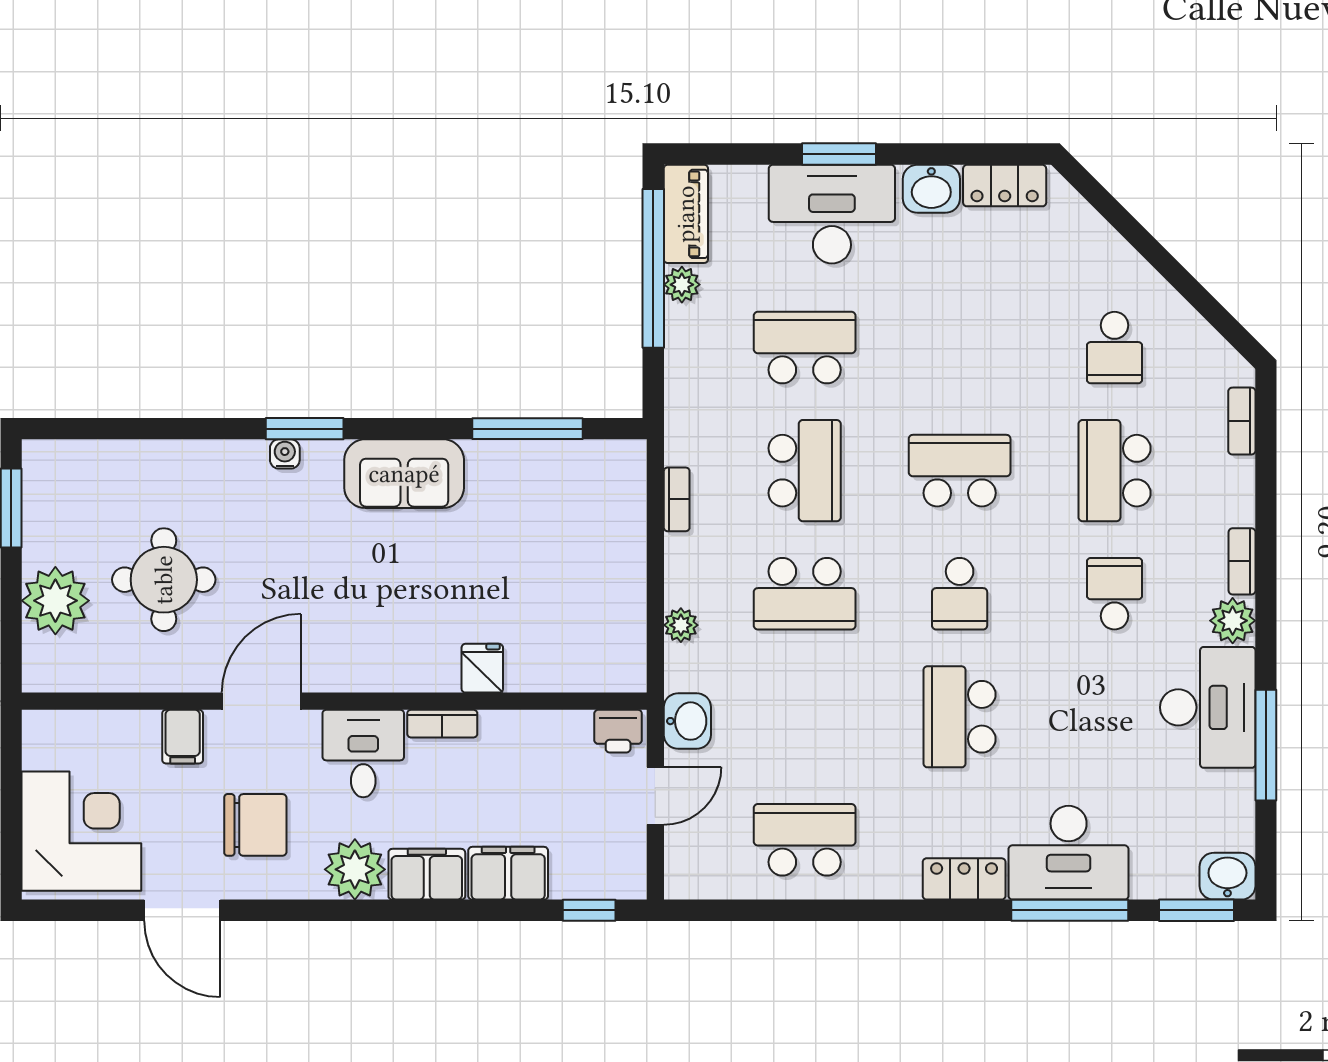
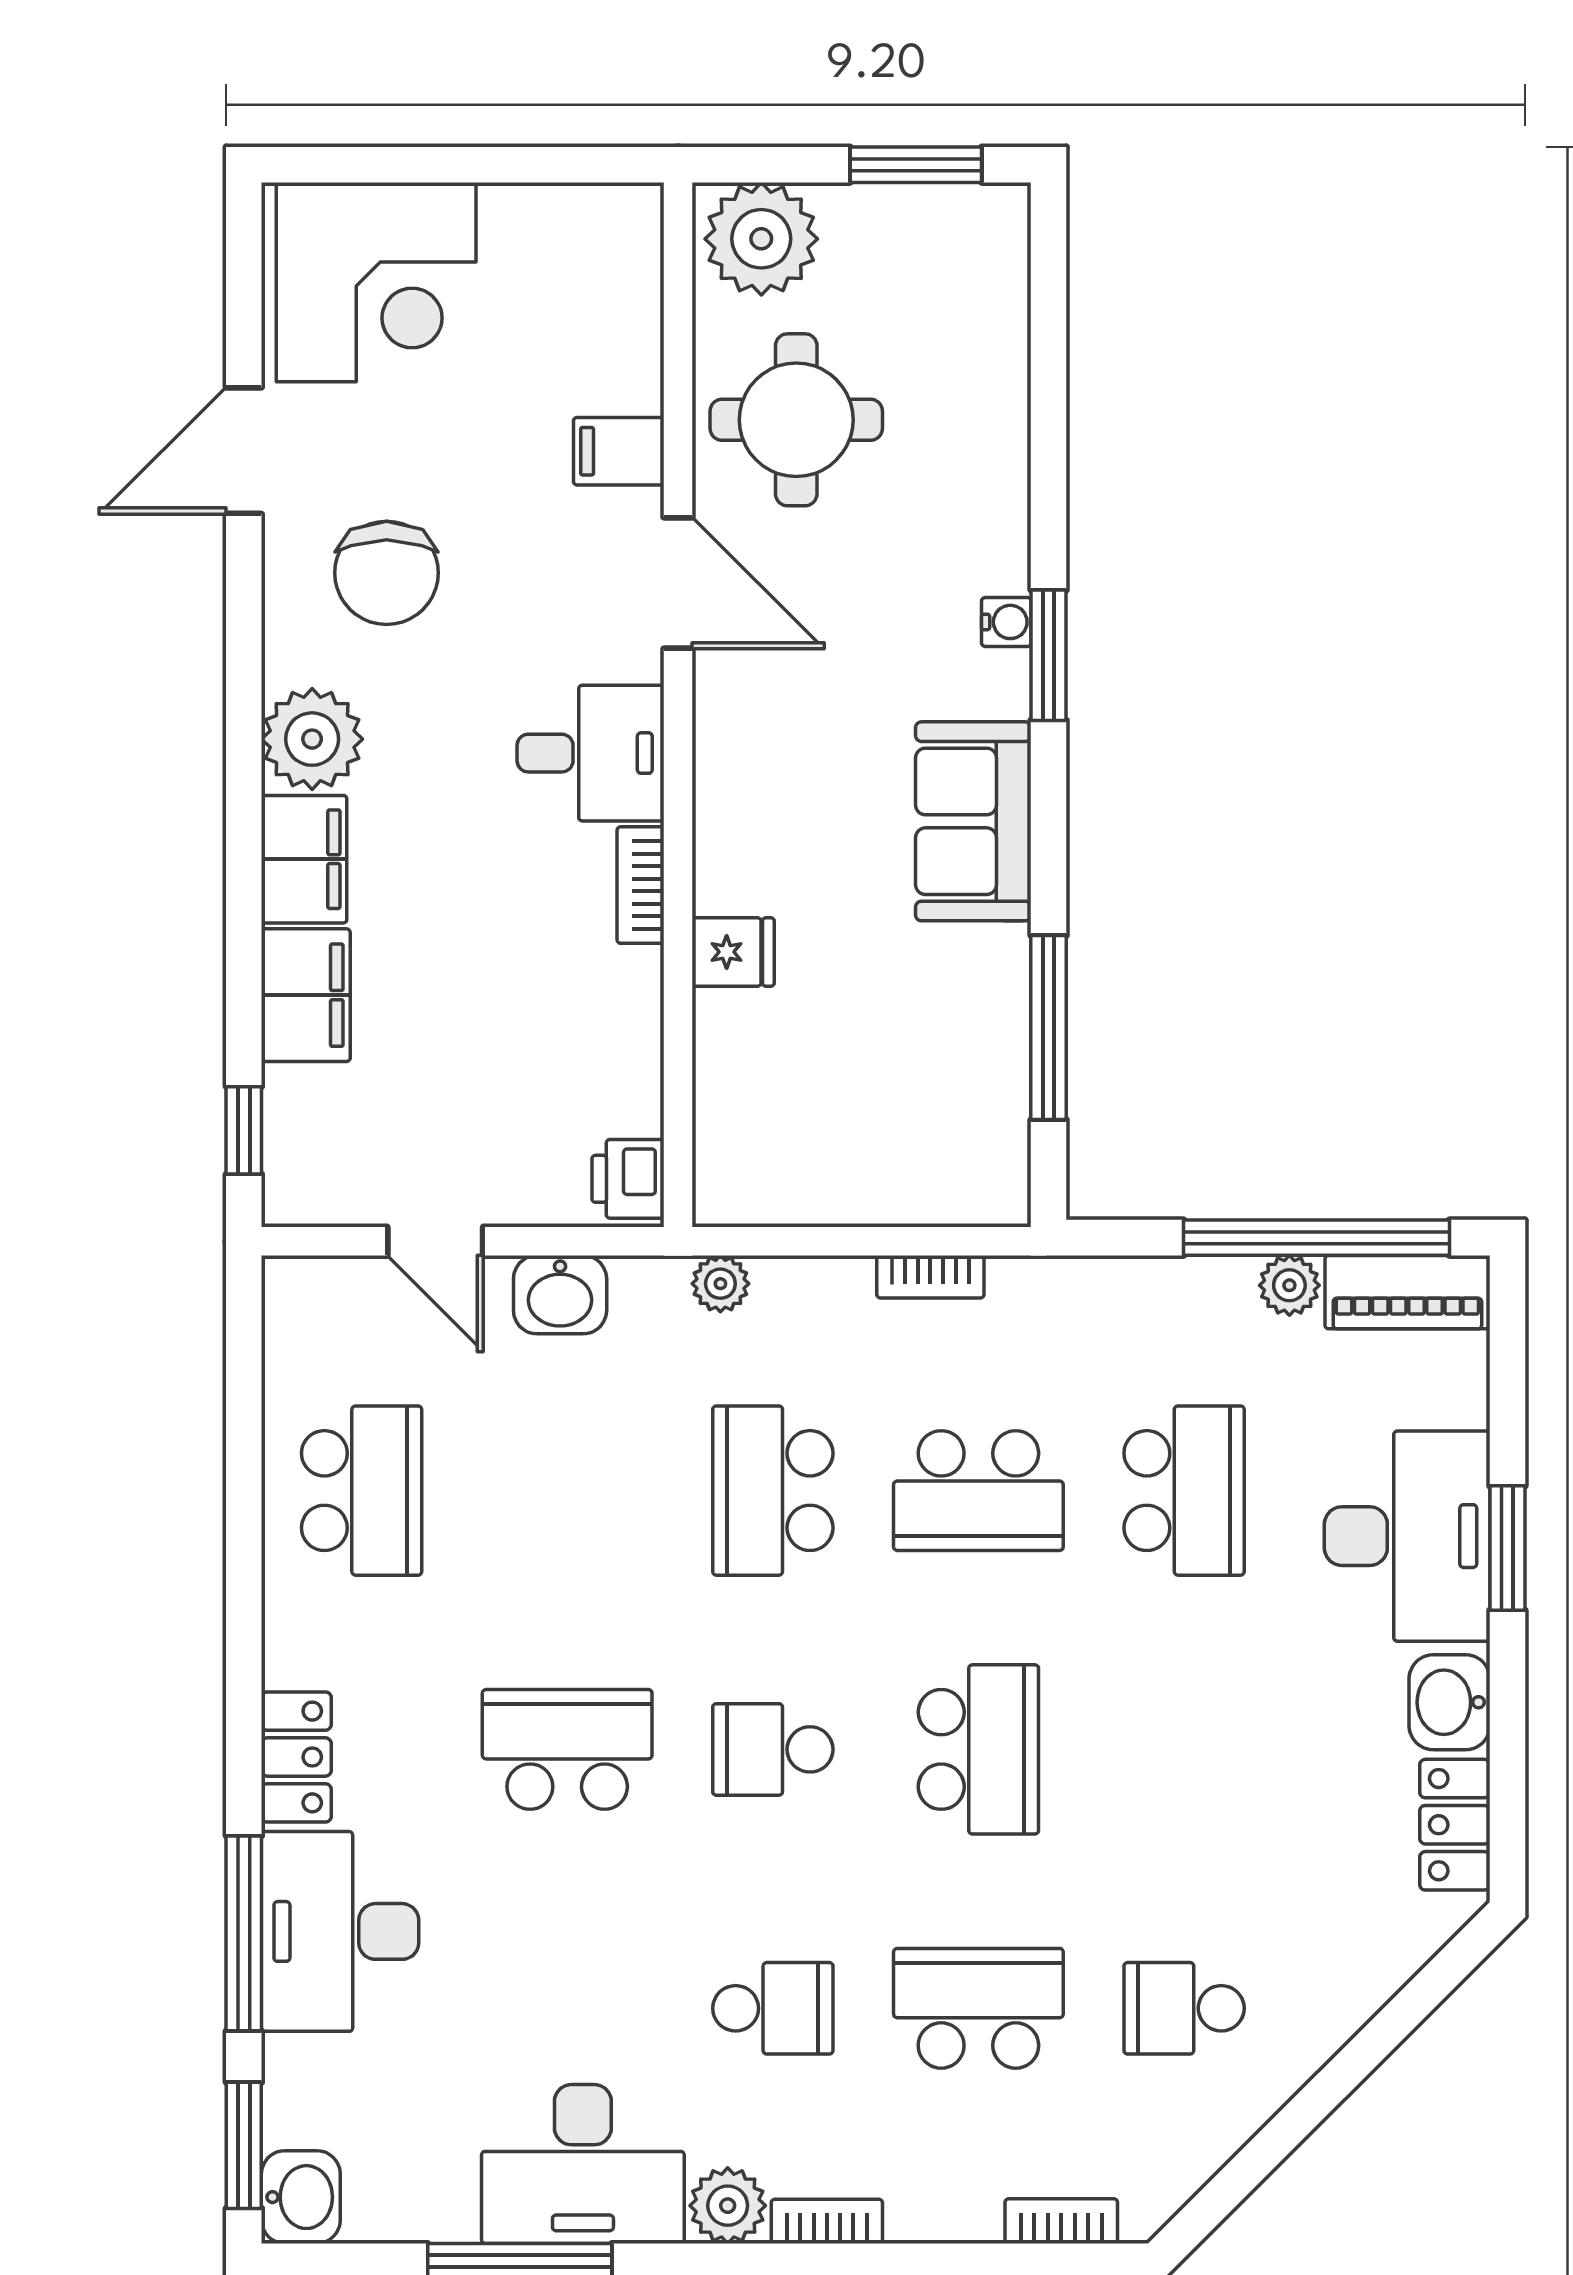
fridge: (482, 668) -> (733, 952), moved
door: (261, 701) -> (678, 583), moved
wall: (334, 701) -> (678, 705), moved
bookcase: (442, 724) -> (641, 885), moved
printer: (618, 731) -> (628, 1179), moved
filing cabinet: (183, 737) -> (619, 451), moved
desk: (363, 753) -> (591, 753), moved

